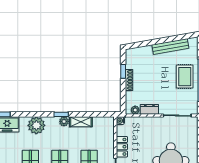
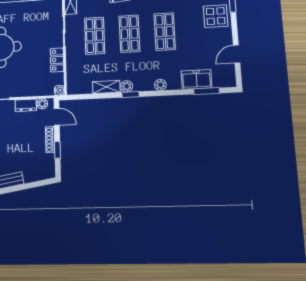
door: (123, 99) -> (57, 117), added
plant: (36, 125) -> (160, 85), width x0.53, depth x0.53

